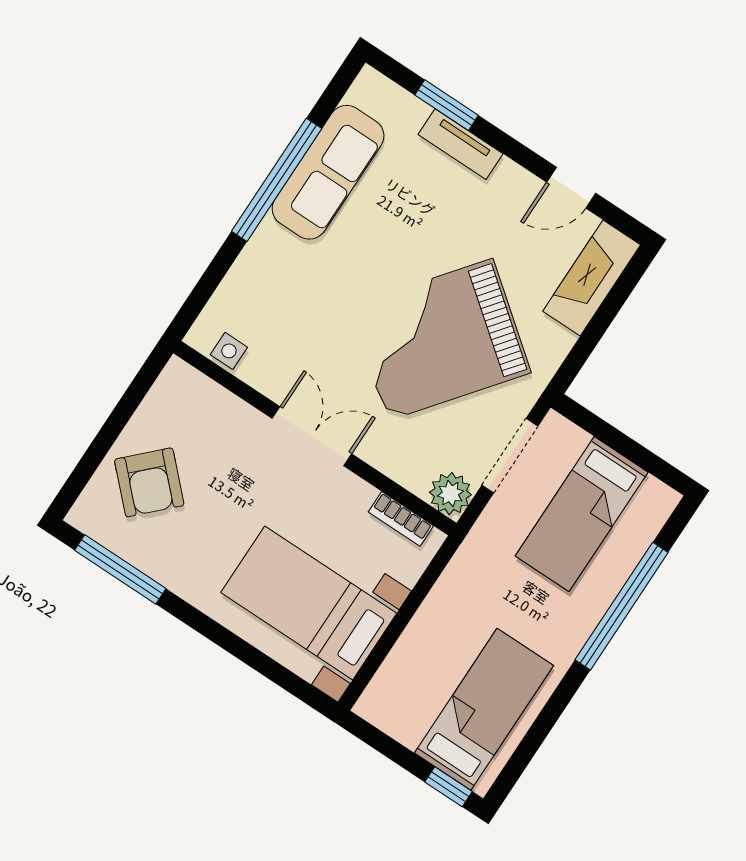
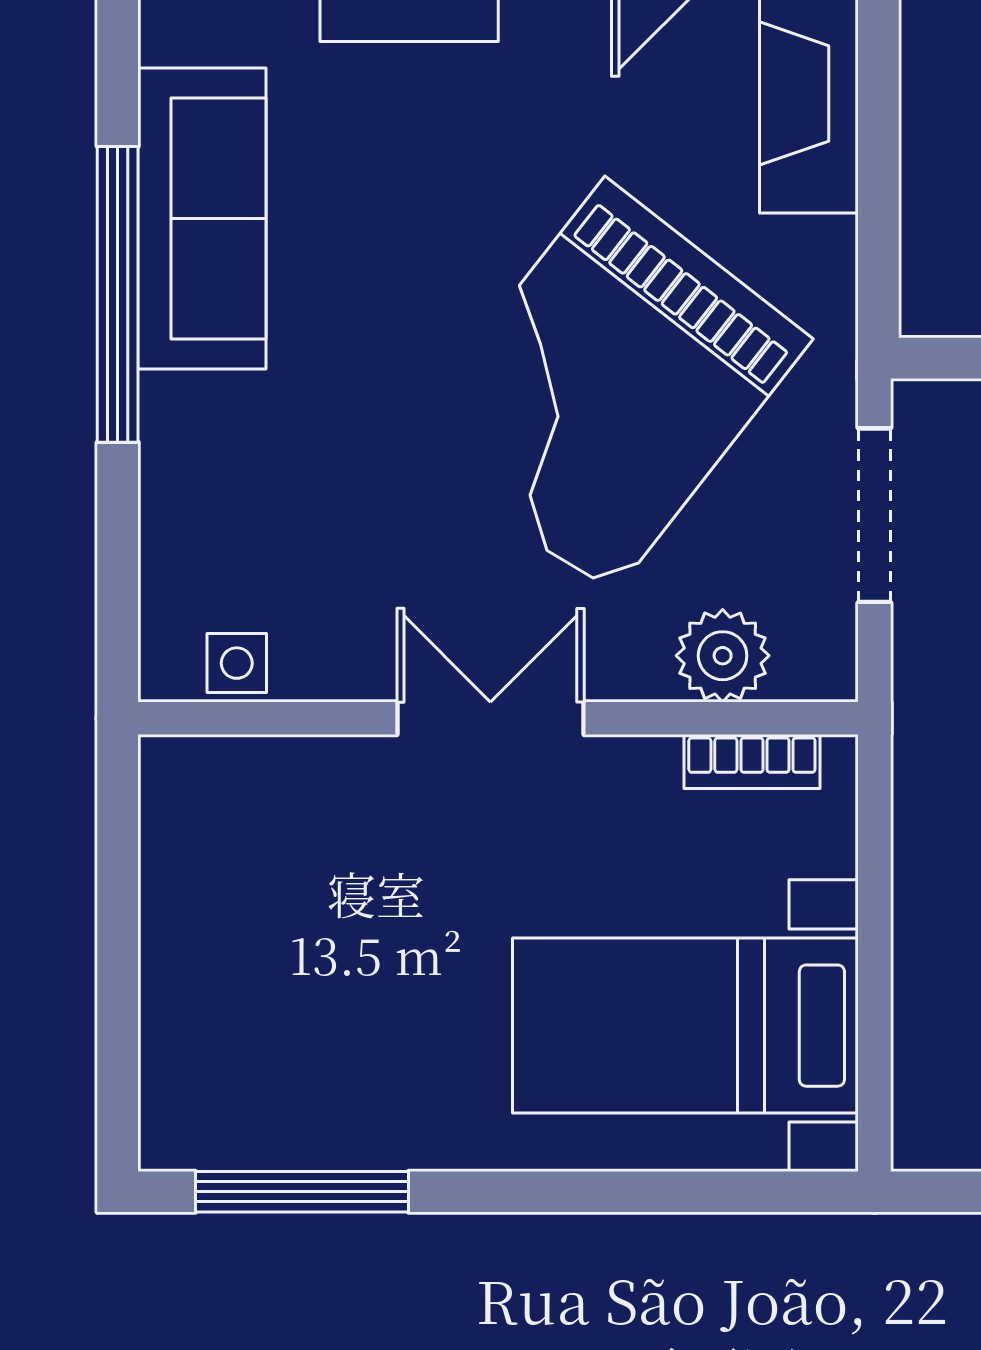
armchair: (149, 482) -> (250, 998), removed
plant: (450, 494) -> (723, 656), moved

